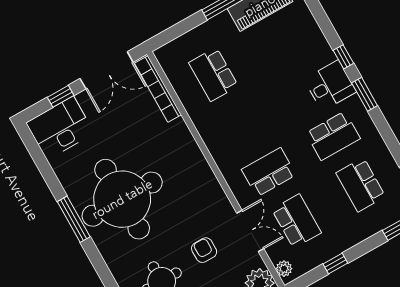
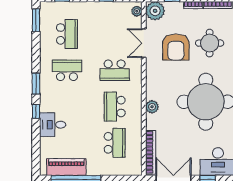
desk: (330, 86) -> (53, 125), moved
plant: (191, 151) -> (152, 107), added
school desk: (296, 221) -> (115, 107), moved
armchair: (204, 250) -> (176, 47), width x1.88, depth x1.88

